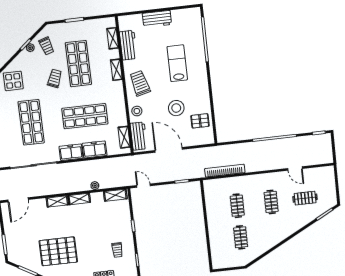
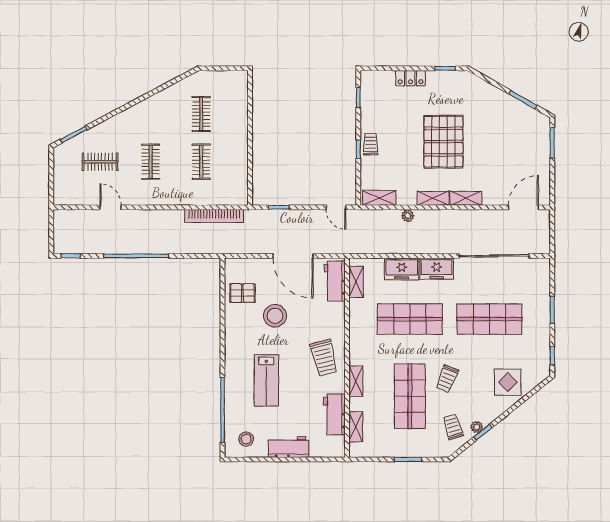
stool: (137, 111) -> (246, 439), moved
shop shelf: (31, 122) -> (489, 319), turned 90
trolley: (117, 250) -> (371, 144), moved
pallet: (58, 251) -> (443, 142), moved, turned 90

